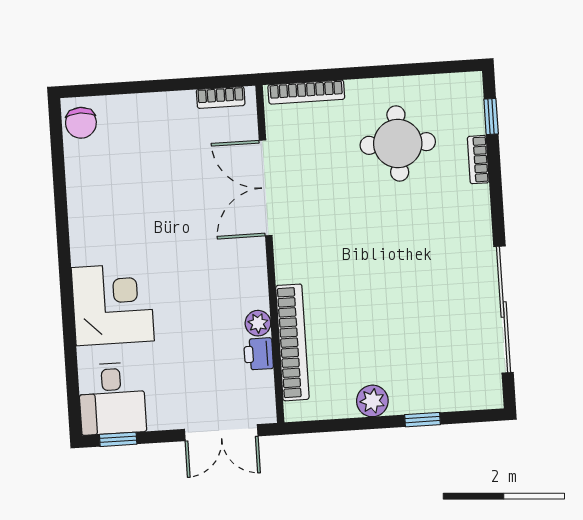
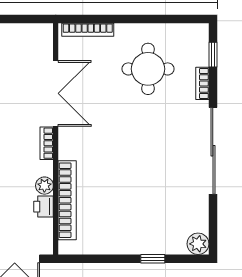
bookcase: (221, 97) -> (47, 143), moved, turned 90
double door: (266, 188) -> (56, 93), swing flipped
sliding door: (504, 309) -> (213, 151), moved
plant: (372, 401) -> (198, 244), moved

